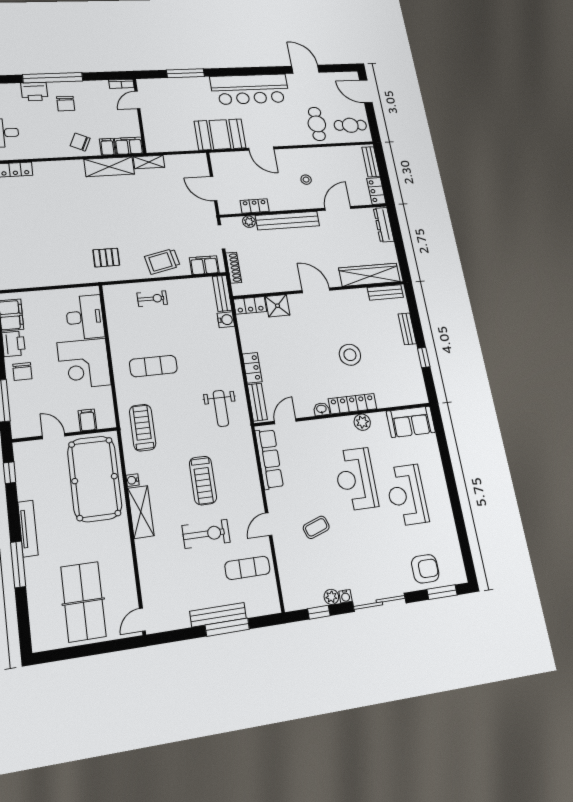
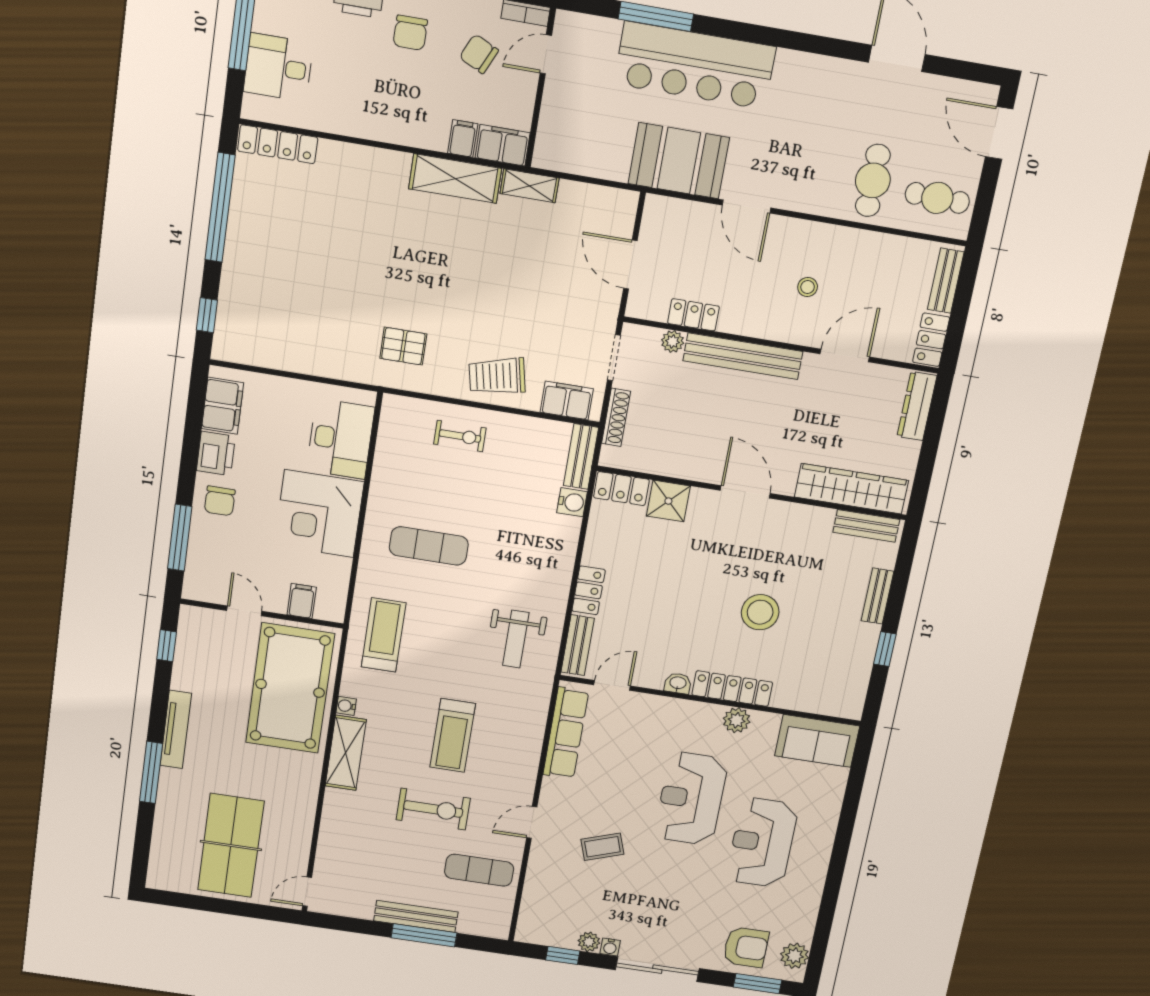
bar counter: (250, 89) -> (695, 65), moved
chair: (80, 142) -> (479, 54), moved
plant: (455, 565) -> (795, 956), added

